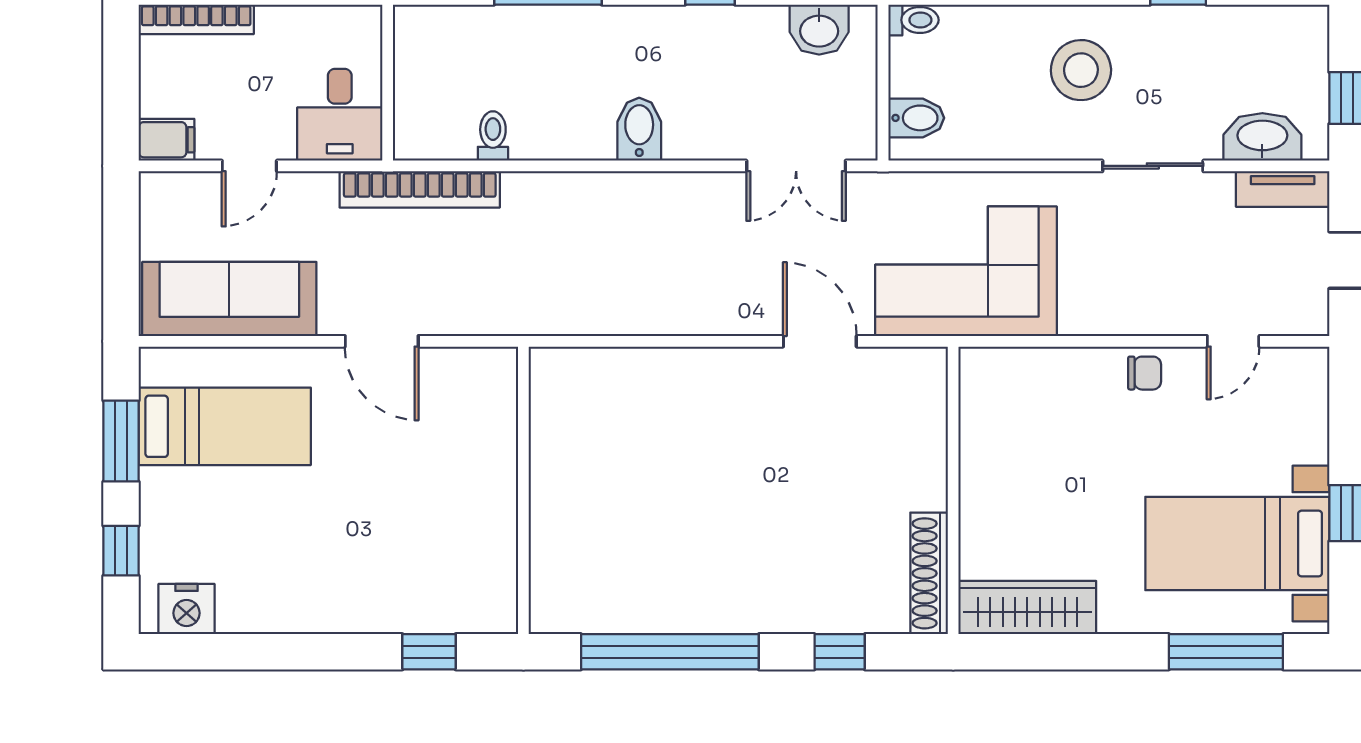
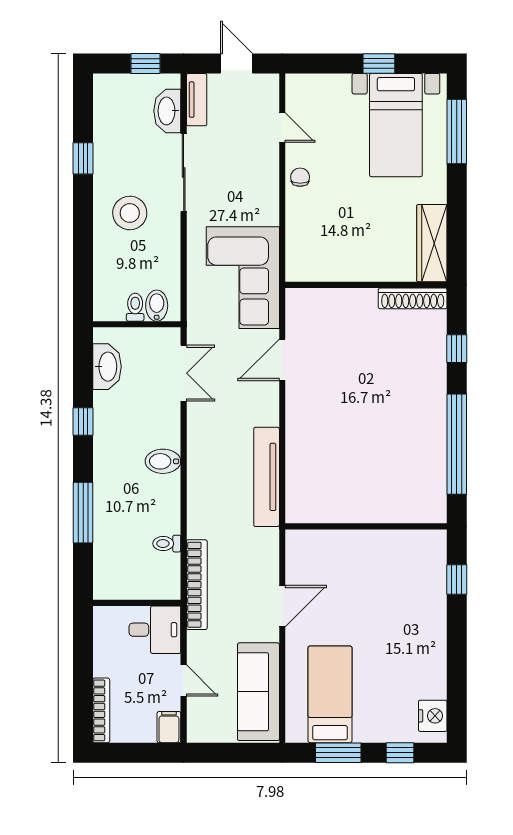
toilet: (913, 20) -> (135, 307), moved
washbasin: (819, 30) -> (107, 367), width x1.38
sliding door: (1153, 166) -> (184, 173), width x1.37
tv unit: (611, 313) -> (267, 477), added

